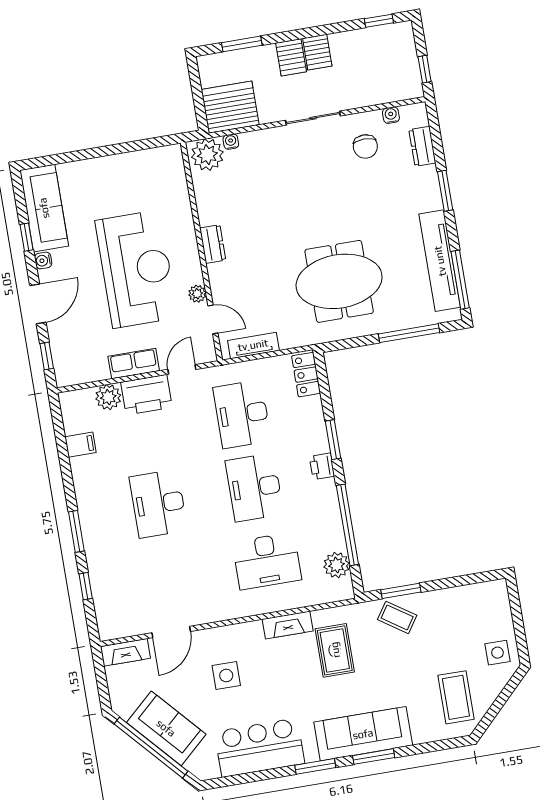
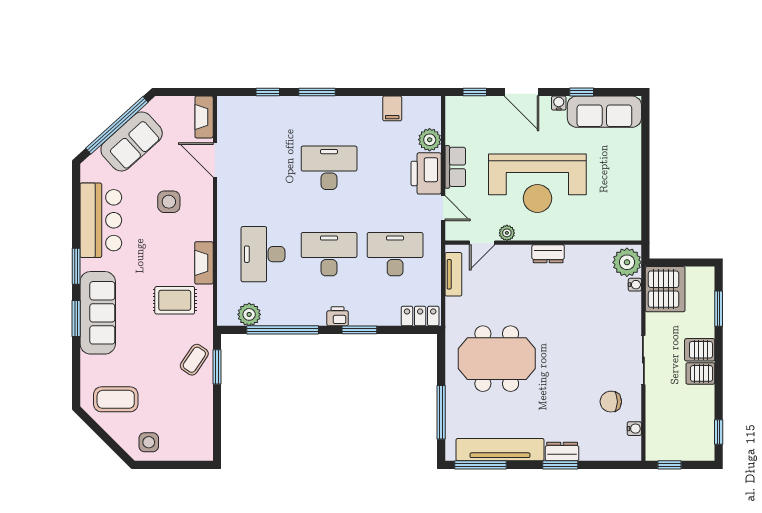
dresser: (422, 146) -> (562, 451), moved
meeting table: (339, 281) -> (497, 359), turned 90

